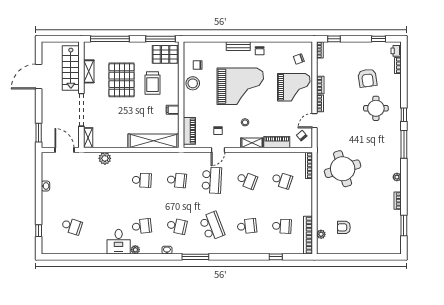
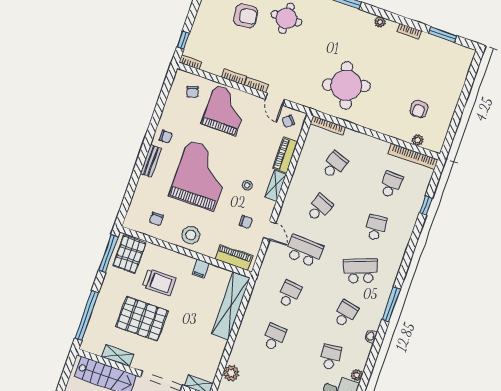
stool: (193, 83) -> (191, 235), moved

